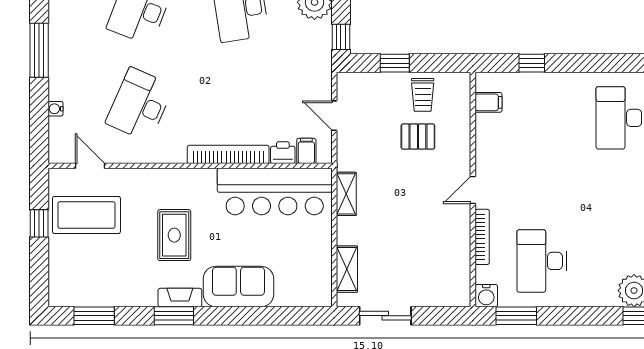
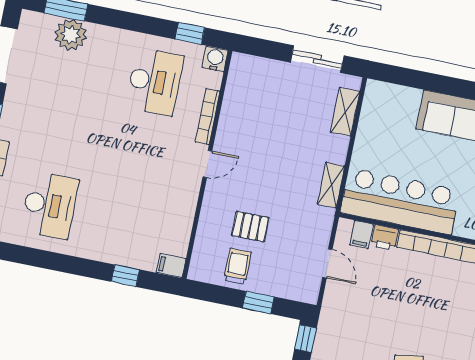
filing cabinet: (488, 102) -> (171, 266), moved
window: (516, 316) -> (190, 33), width x0.67

